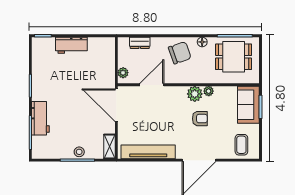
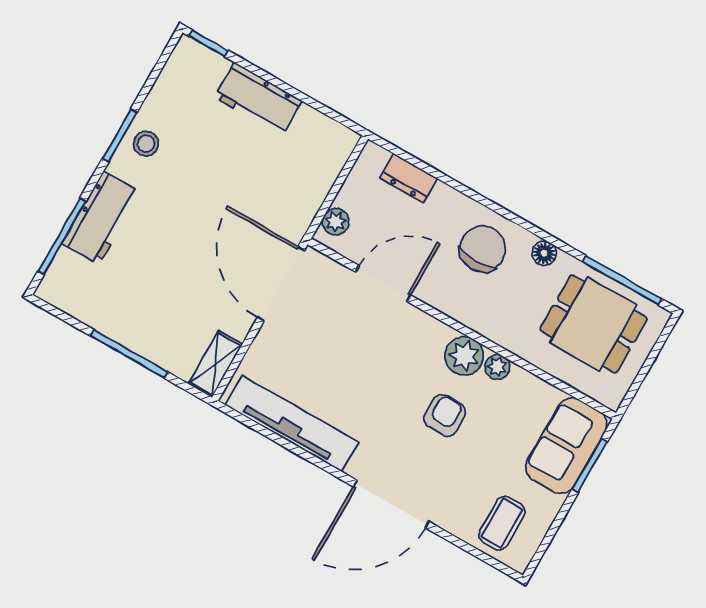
chair: (180, 53) -> (483, 249), turned -71
armchair: (200, 119) -> (445, 415), turned -90
stool: (79, 152) -> (146, 144), moved

